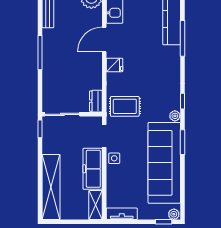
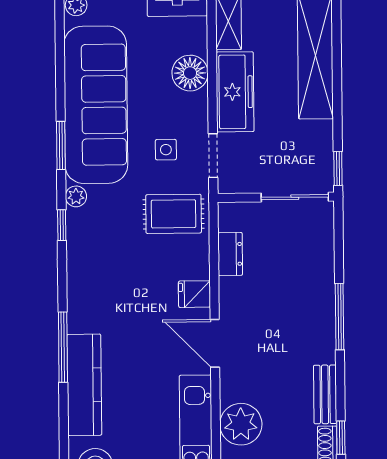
door: (104, 40) -> (215, 343), swing flipped
dresser: (96, 101) -> (230, 254), moved
side table: (114, 158) -> (166, 150), moved
floor lamp: (116, 179) -> (190, 73), added

